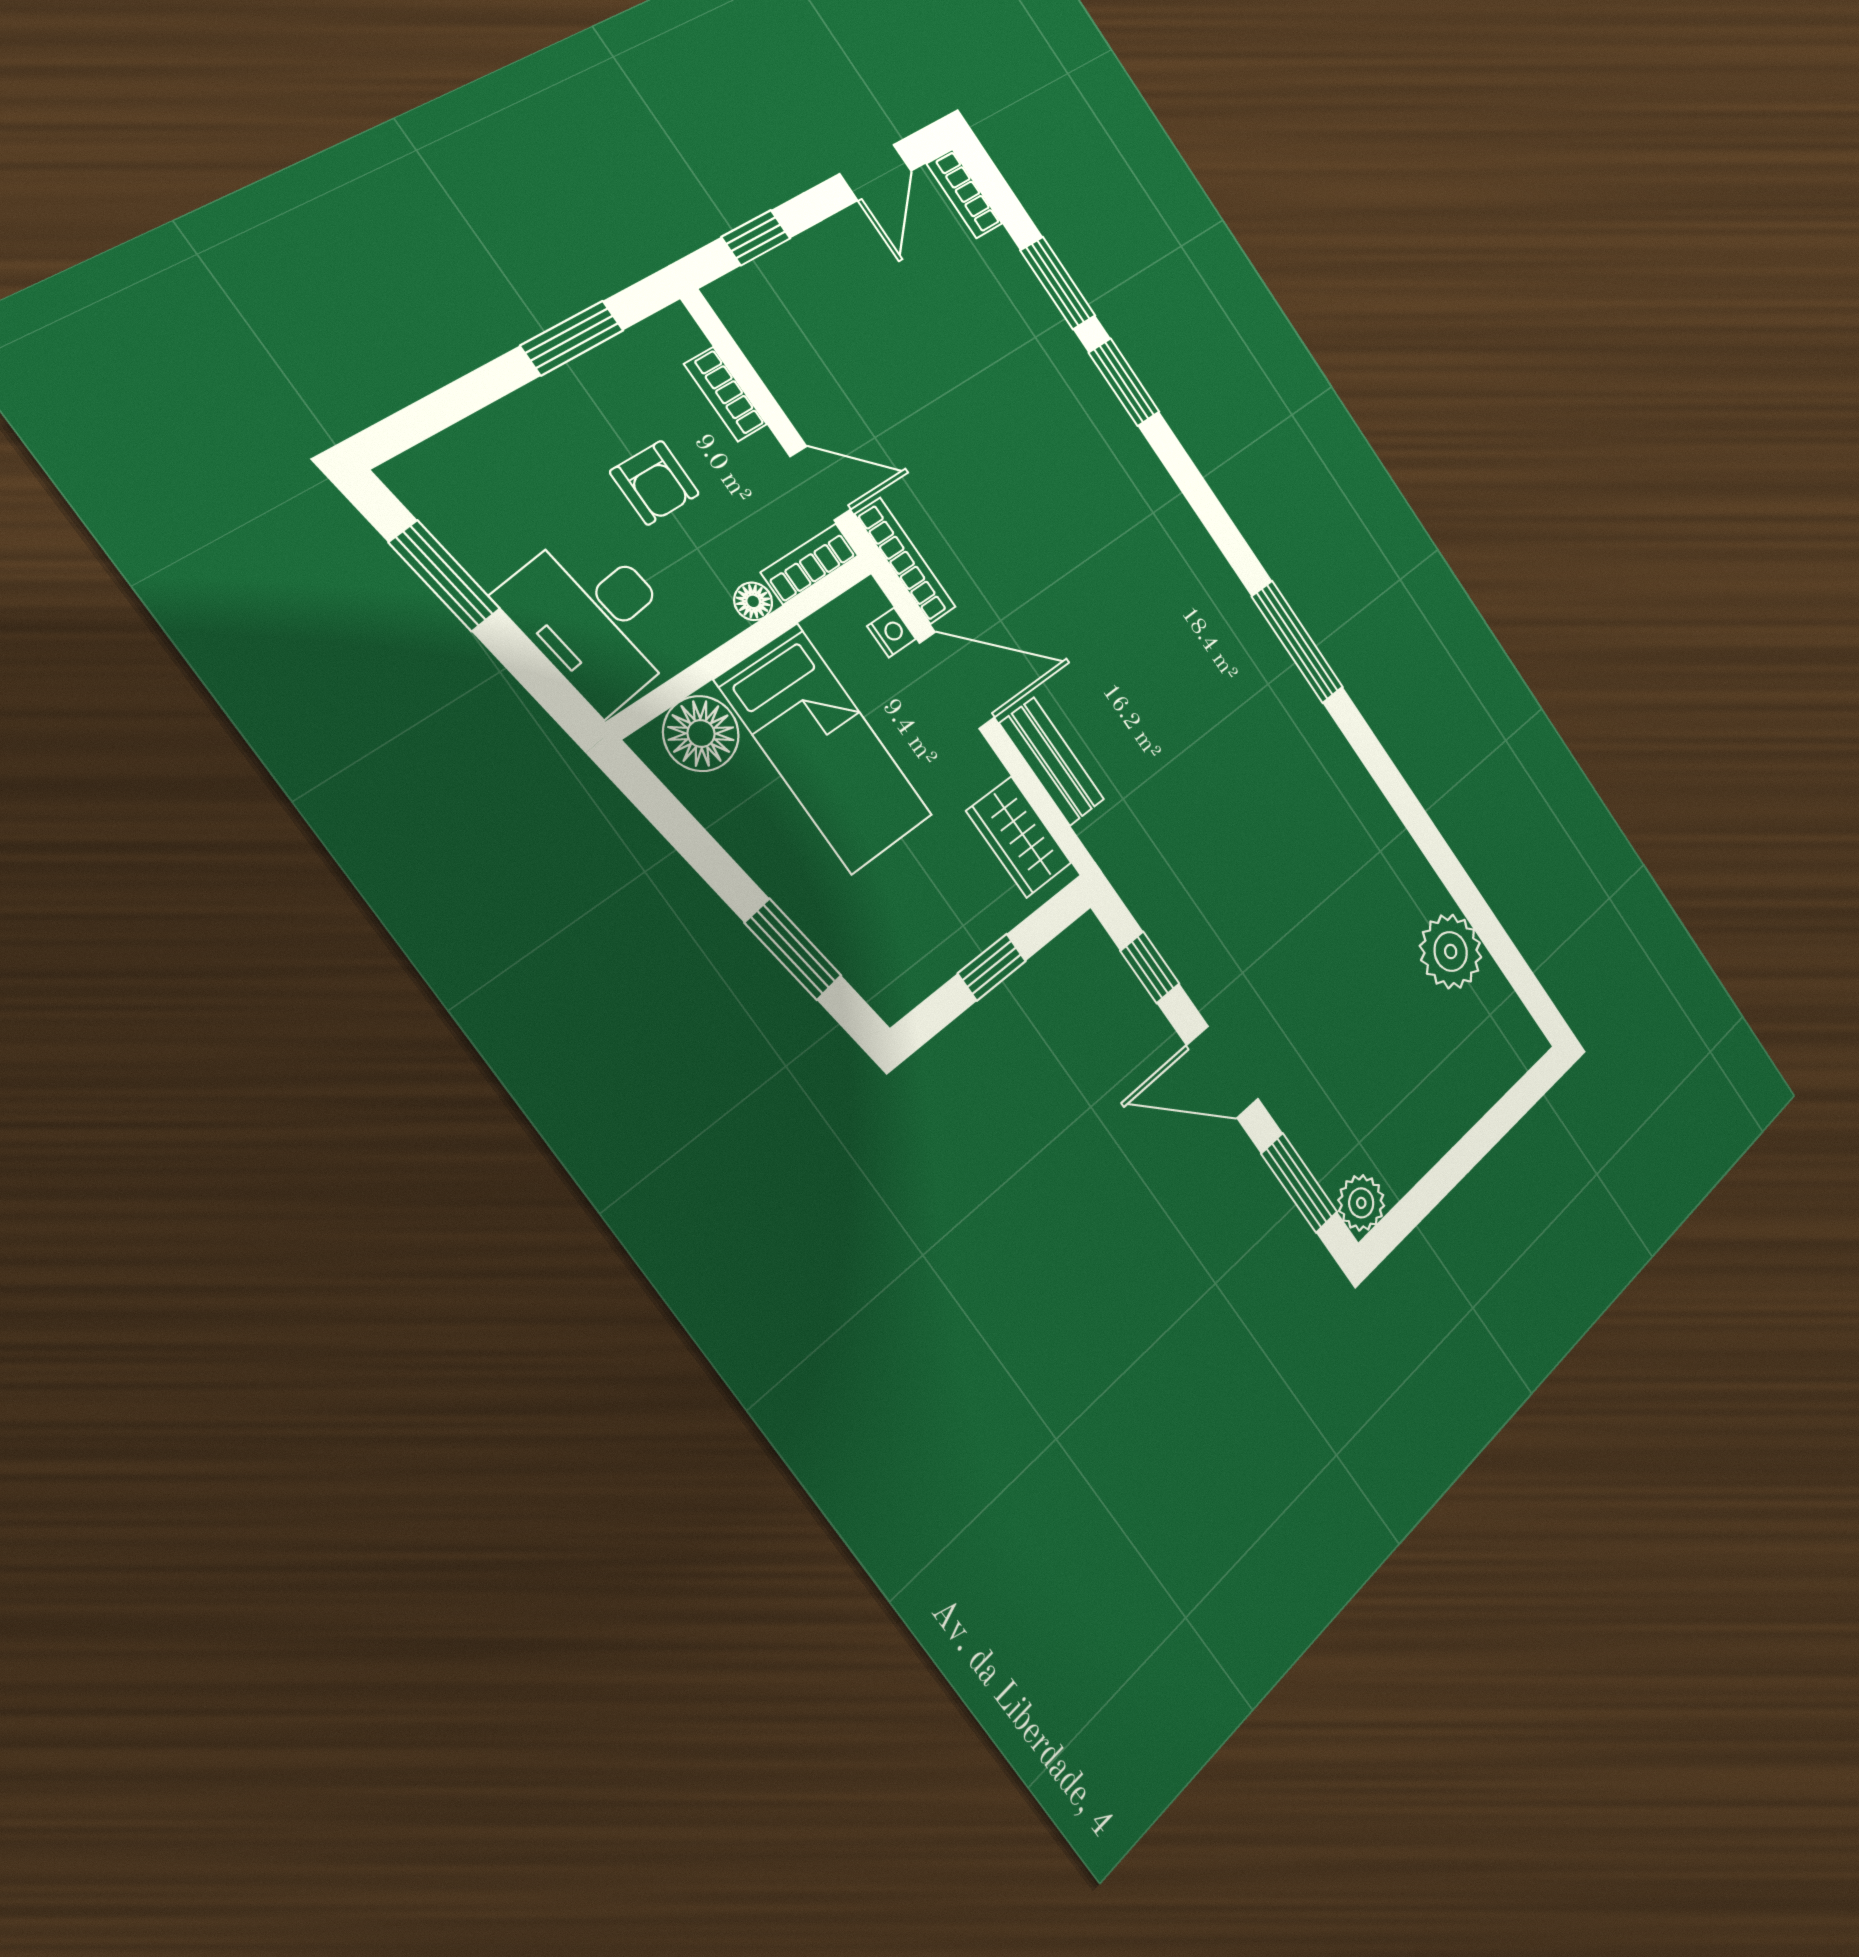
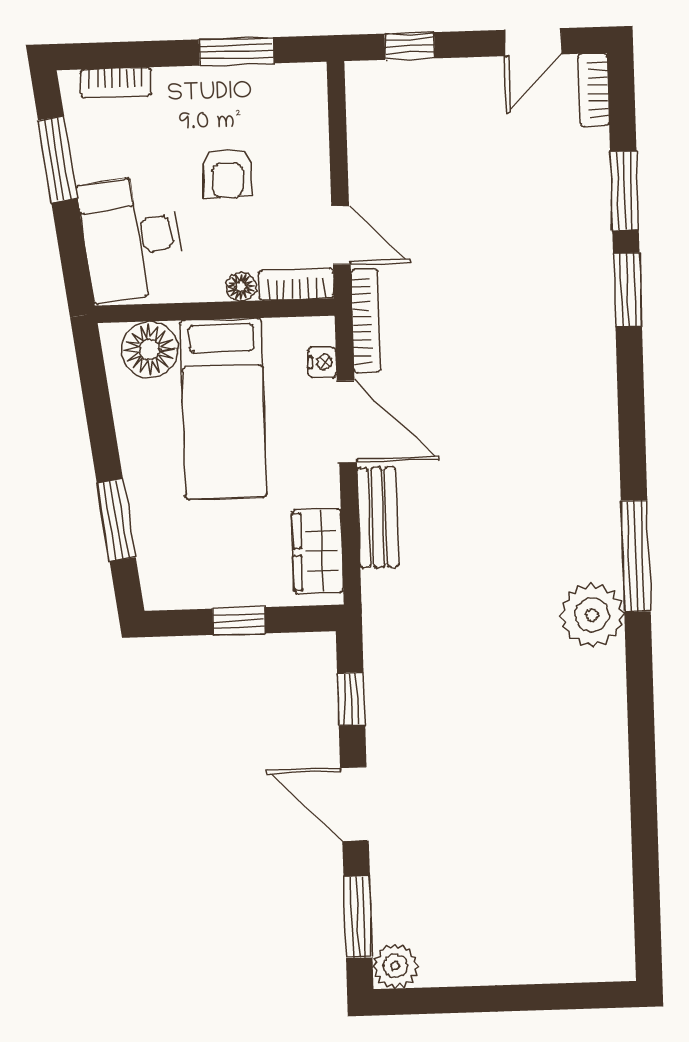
bookcase: (726, 394) -> (116, 83), moved, turned -90
plant: (1451, 951) -> (592, 615), moved

